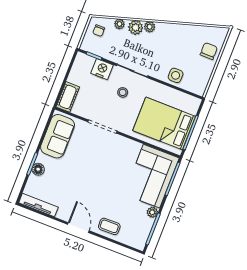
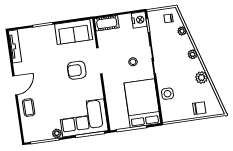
plant: (136, 27) -> (202, 78), moved
nightstand: (102, 69) -> (139, 20), moved
bed: (164, 123) -> (142, 103), moved
armchair: (99, 155) -> (77, 70), added
floor lamp: (38, 169) -> (41, 31), removed

